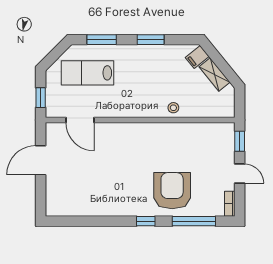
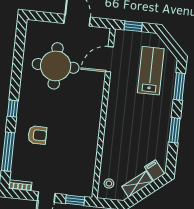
stool: (173, 108) -> (109, 184), moved
round table: (93, 179) -> (56, 66), added
armchair: (172, 191) -> (37, 135), width x0.53, depth x0.53

